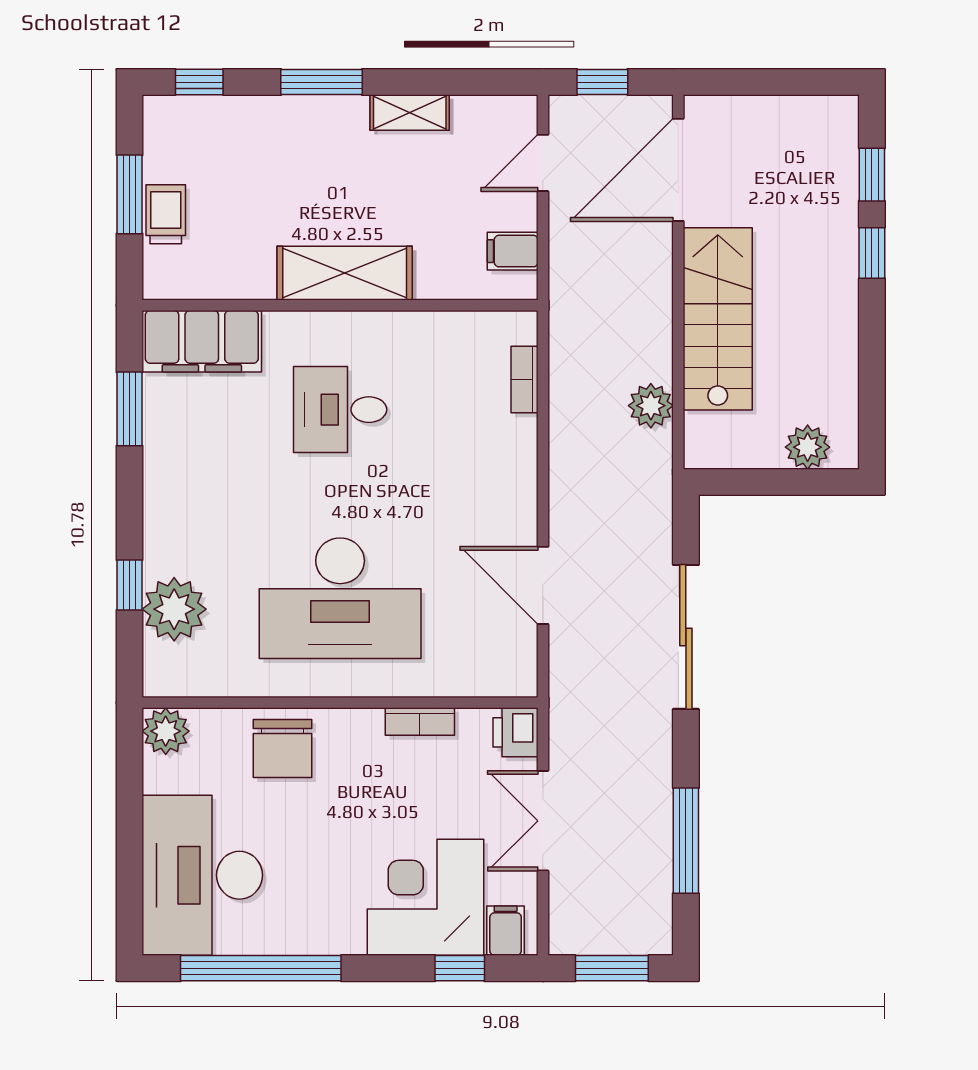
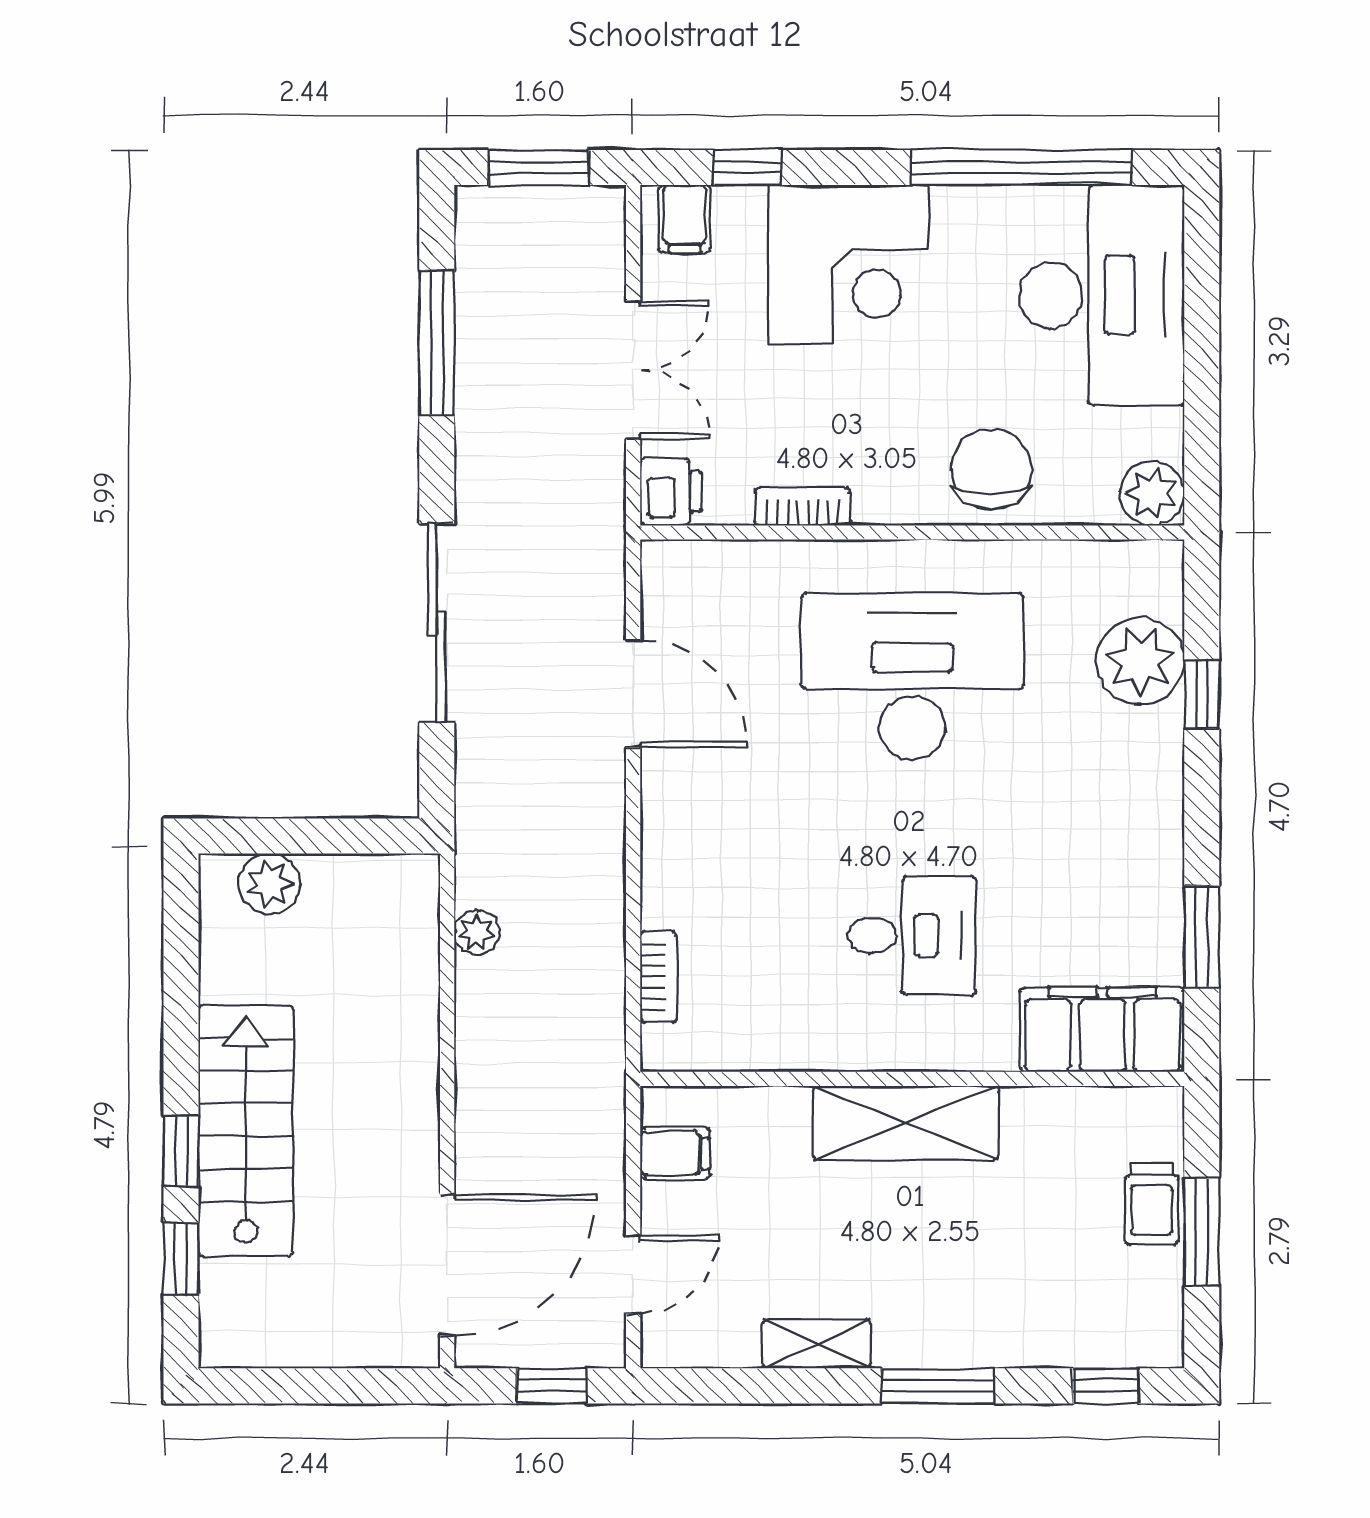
stairs: (718, 319) -> (246, 1131), moved, turned 180
plant: (651, 406) -> (477, 932), width x0.73, depth x0.73
corner desk: (425, 897) -> (848, 265), moved

